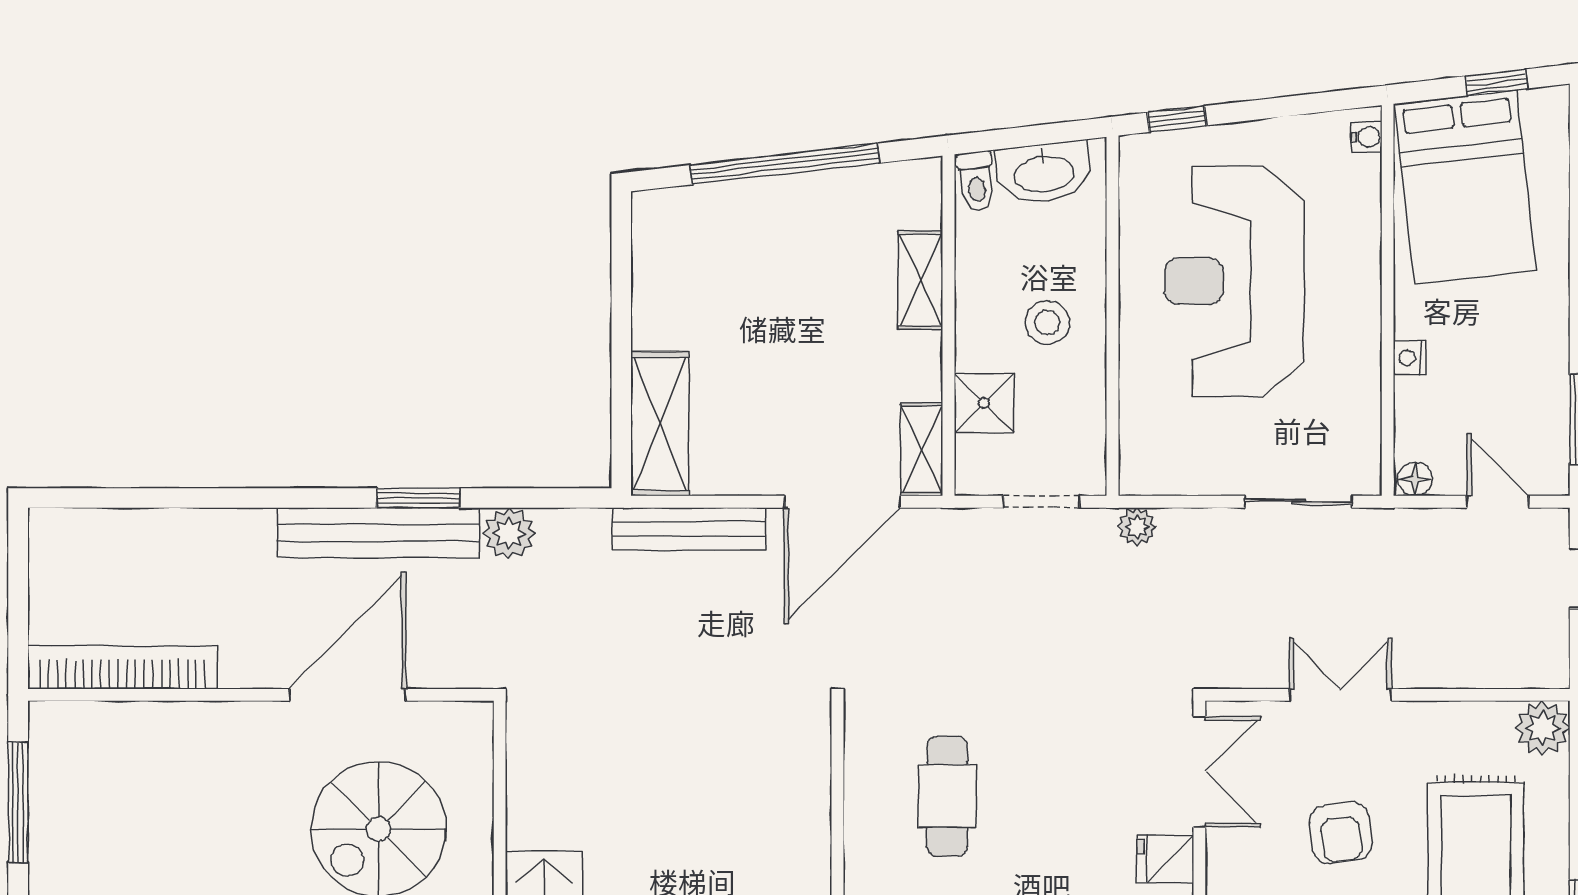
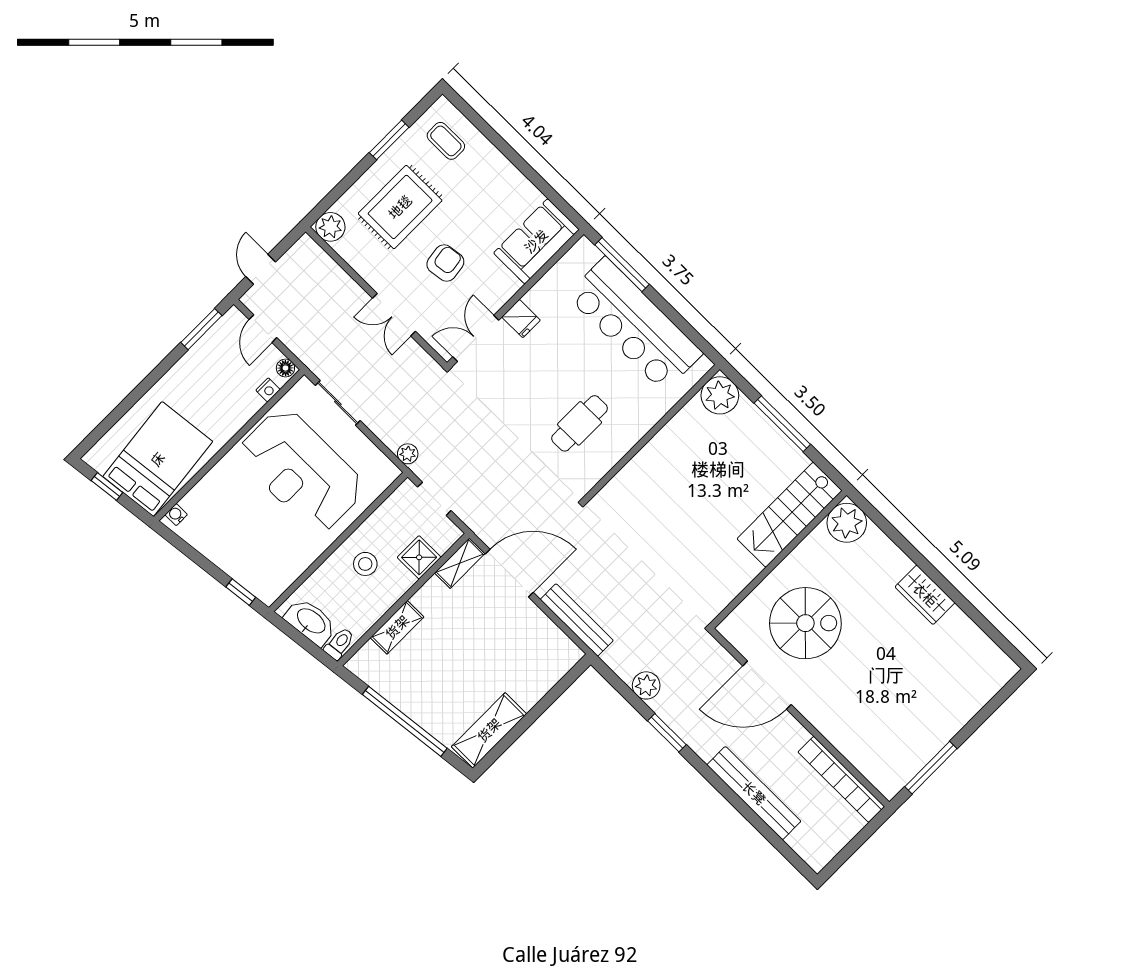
reception desk: (1234, 281) -> (301, 470), moved, turned 90
nightstand: (1409, 358) -> (268, 390), moved
shelving: (660, 424) -> (489, 730), moved
bench: (378, 533) -> (754, 793), moved

